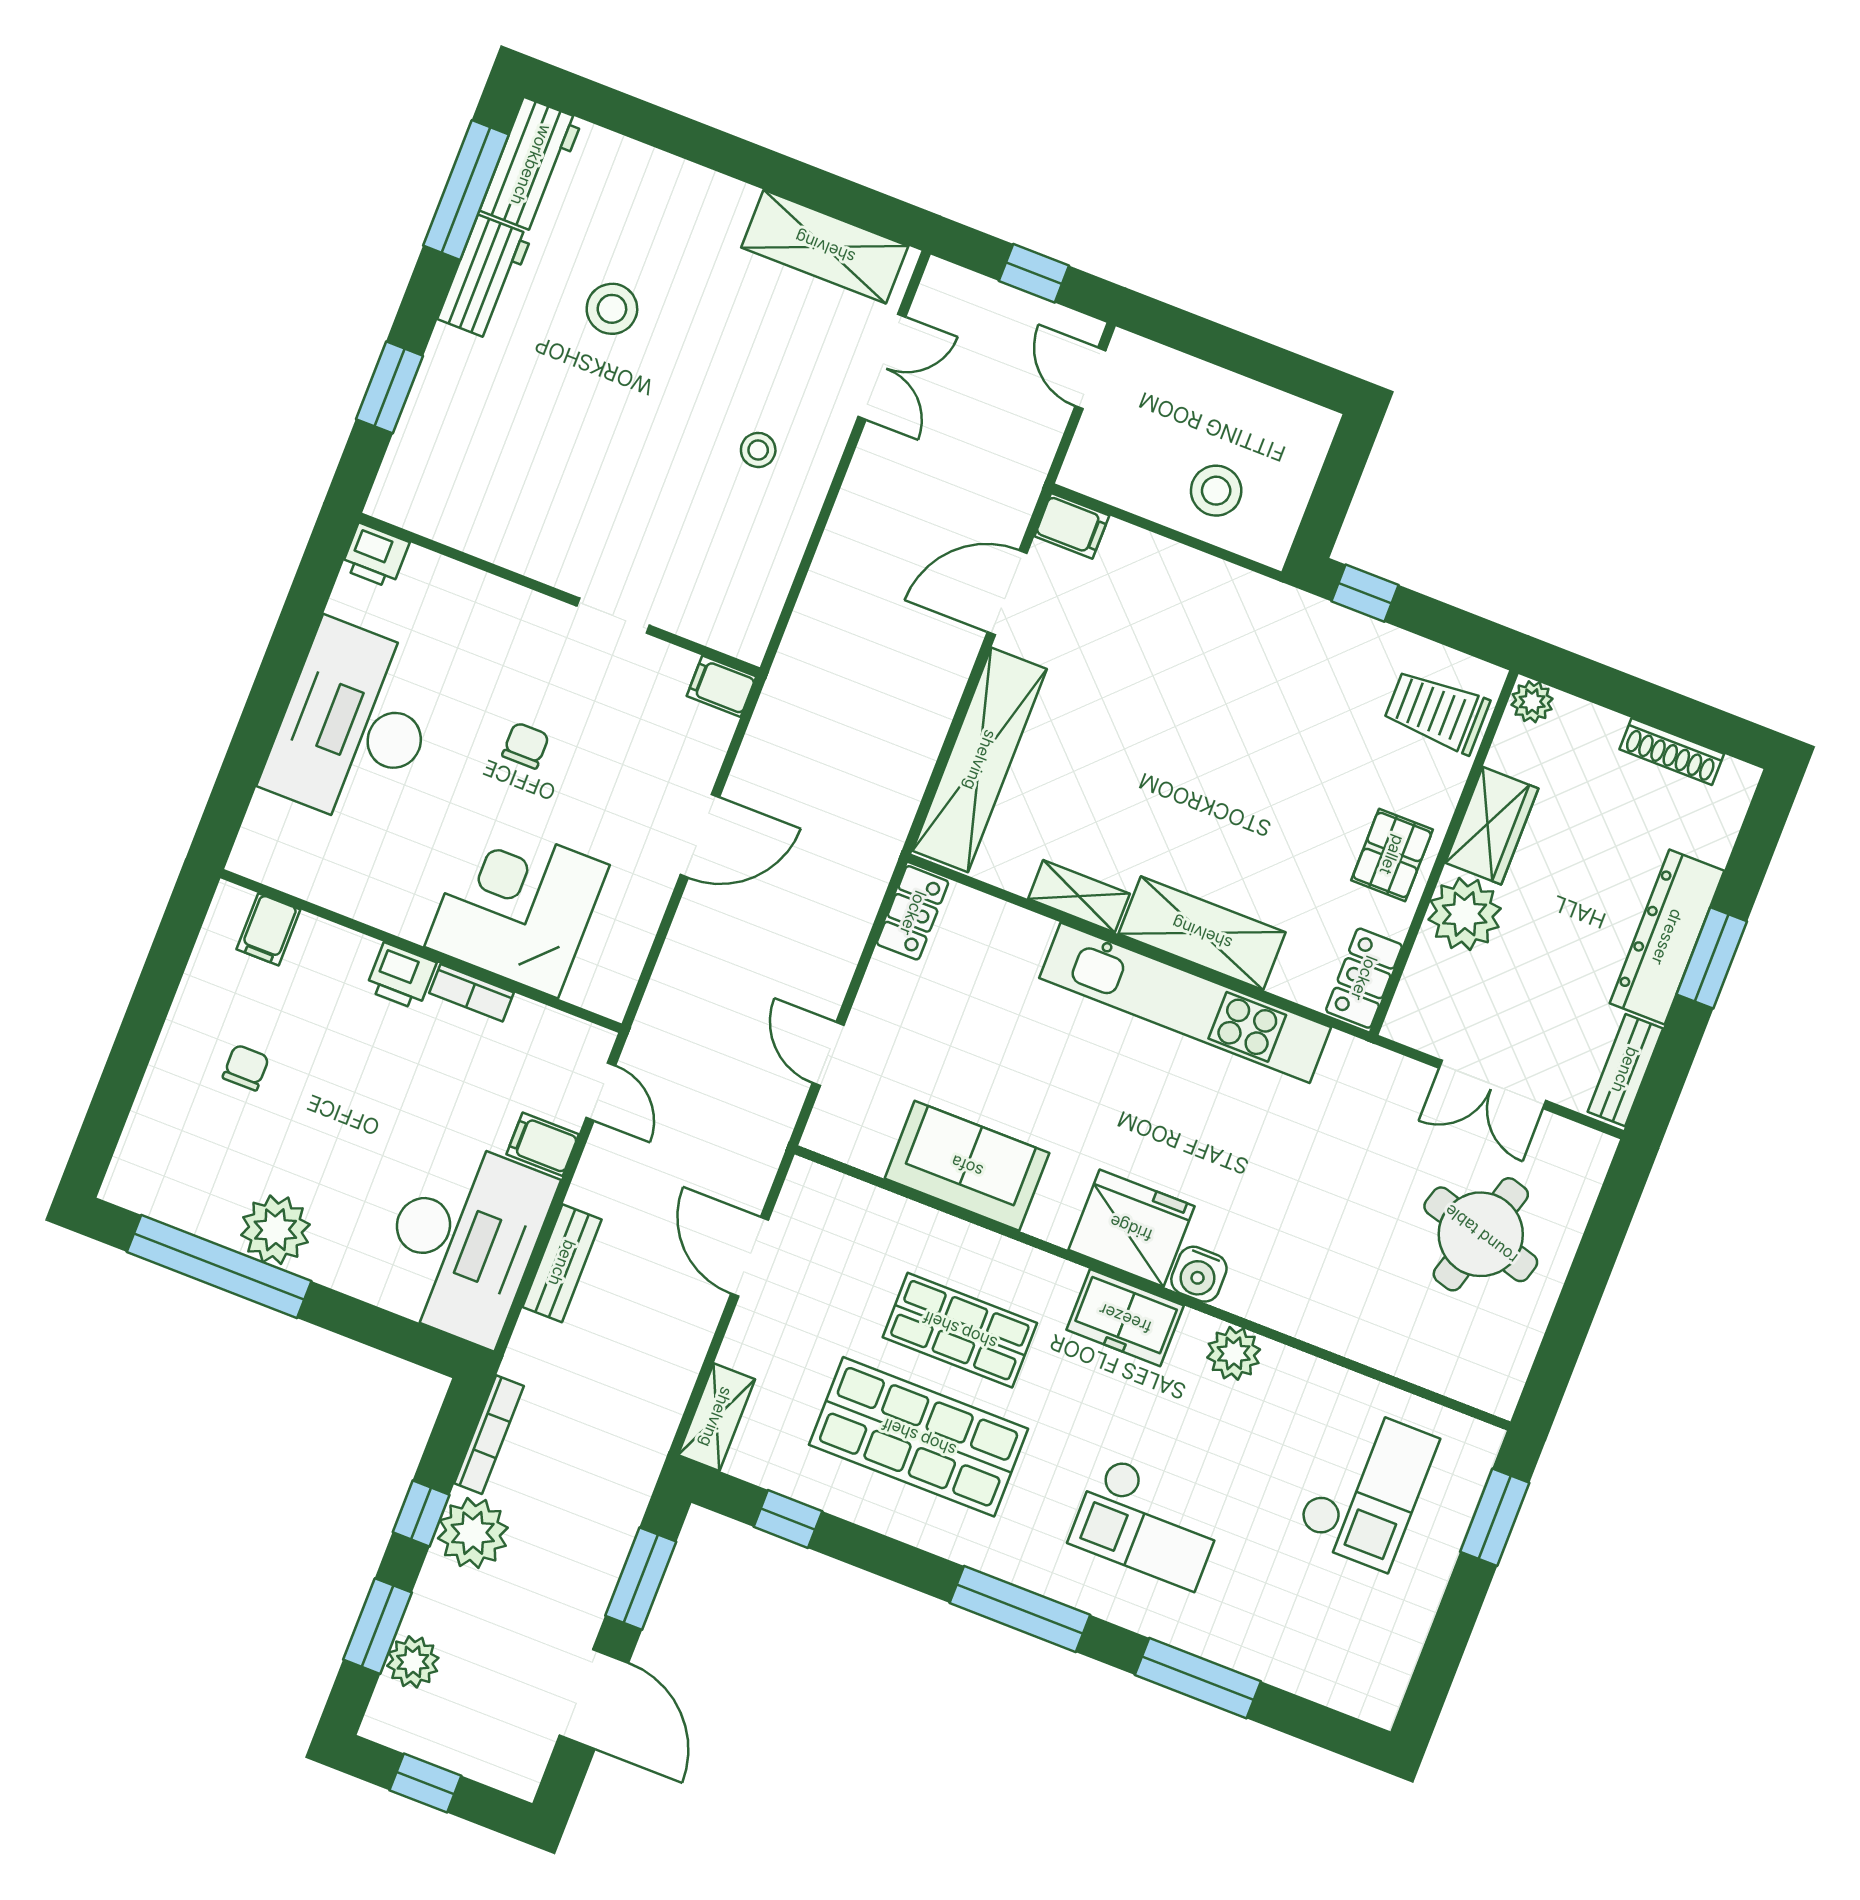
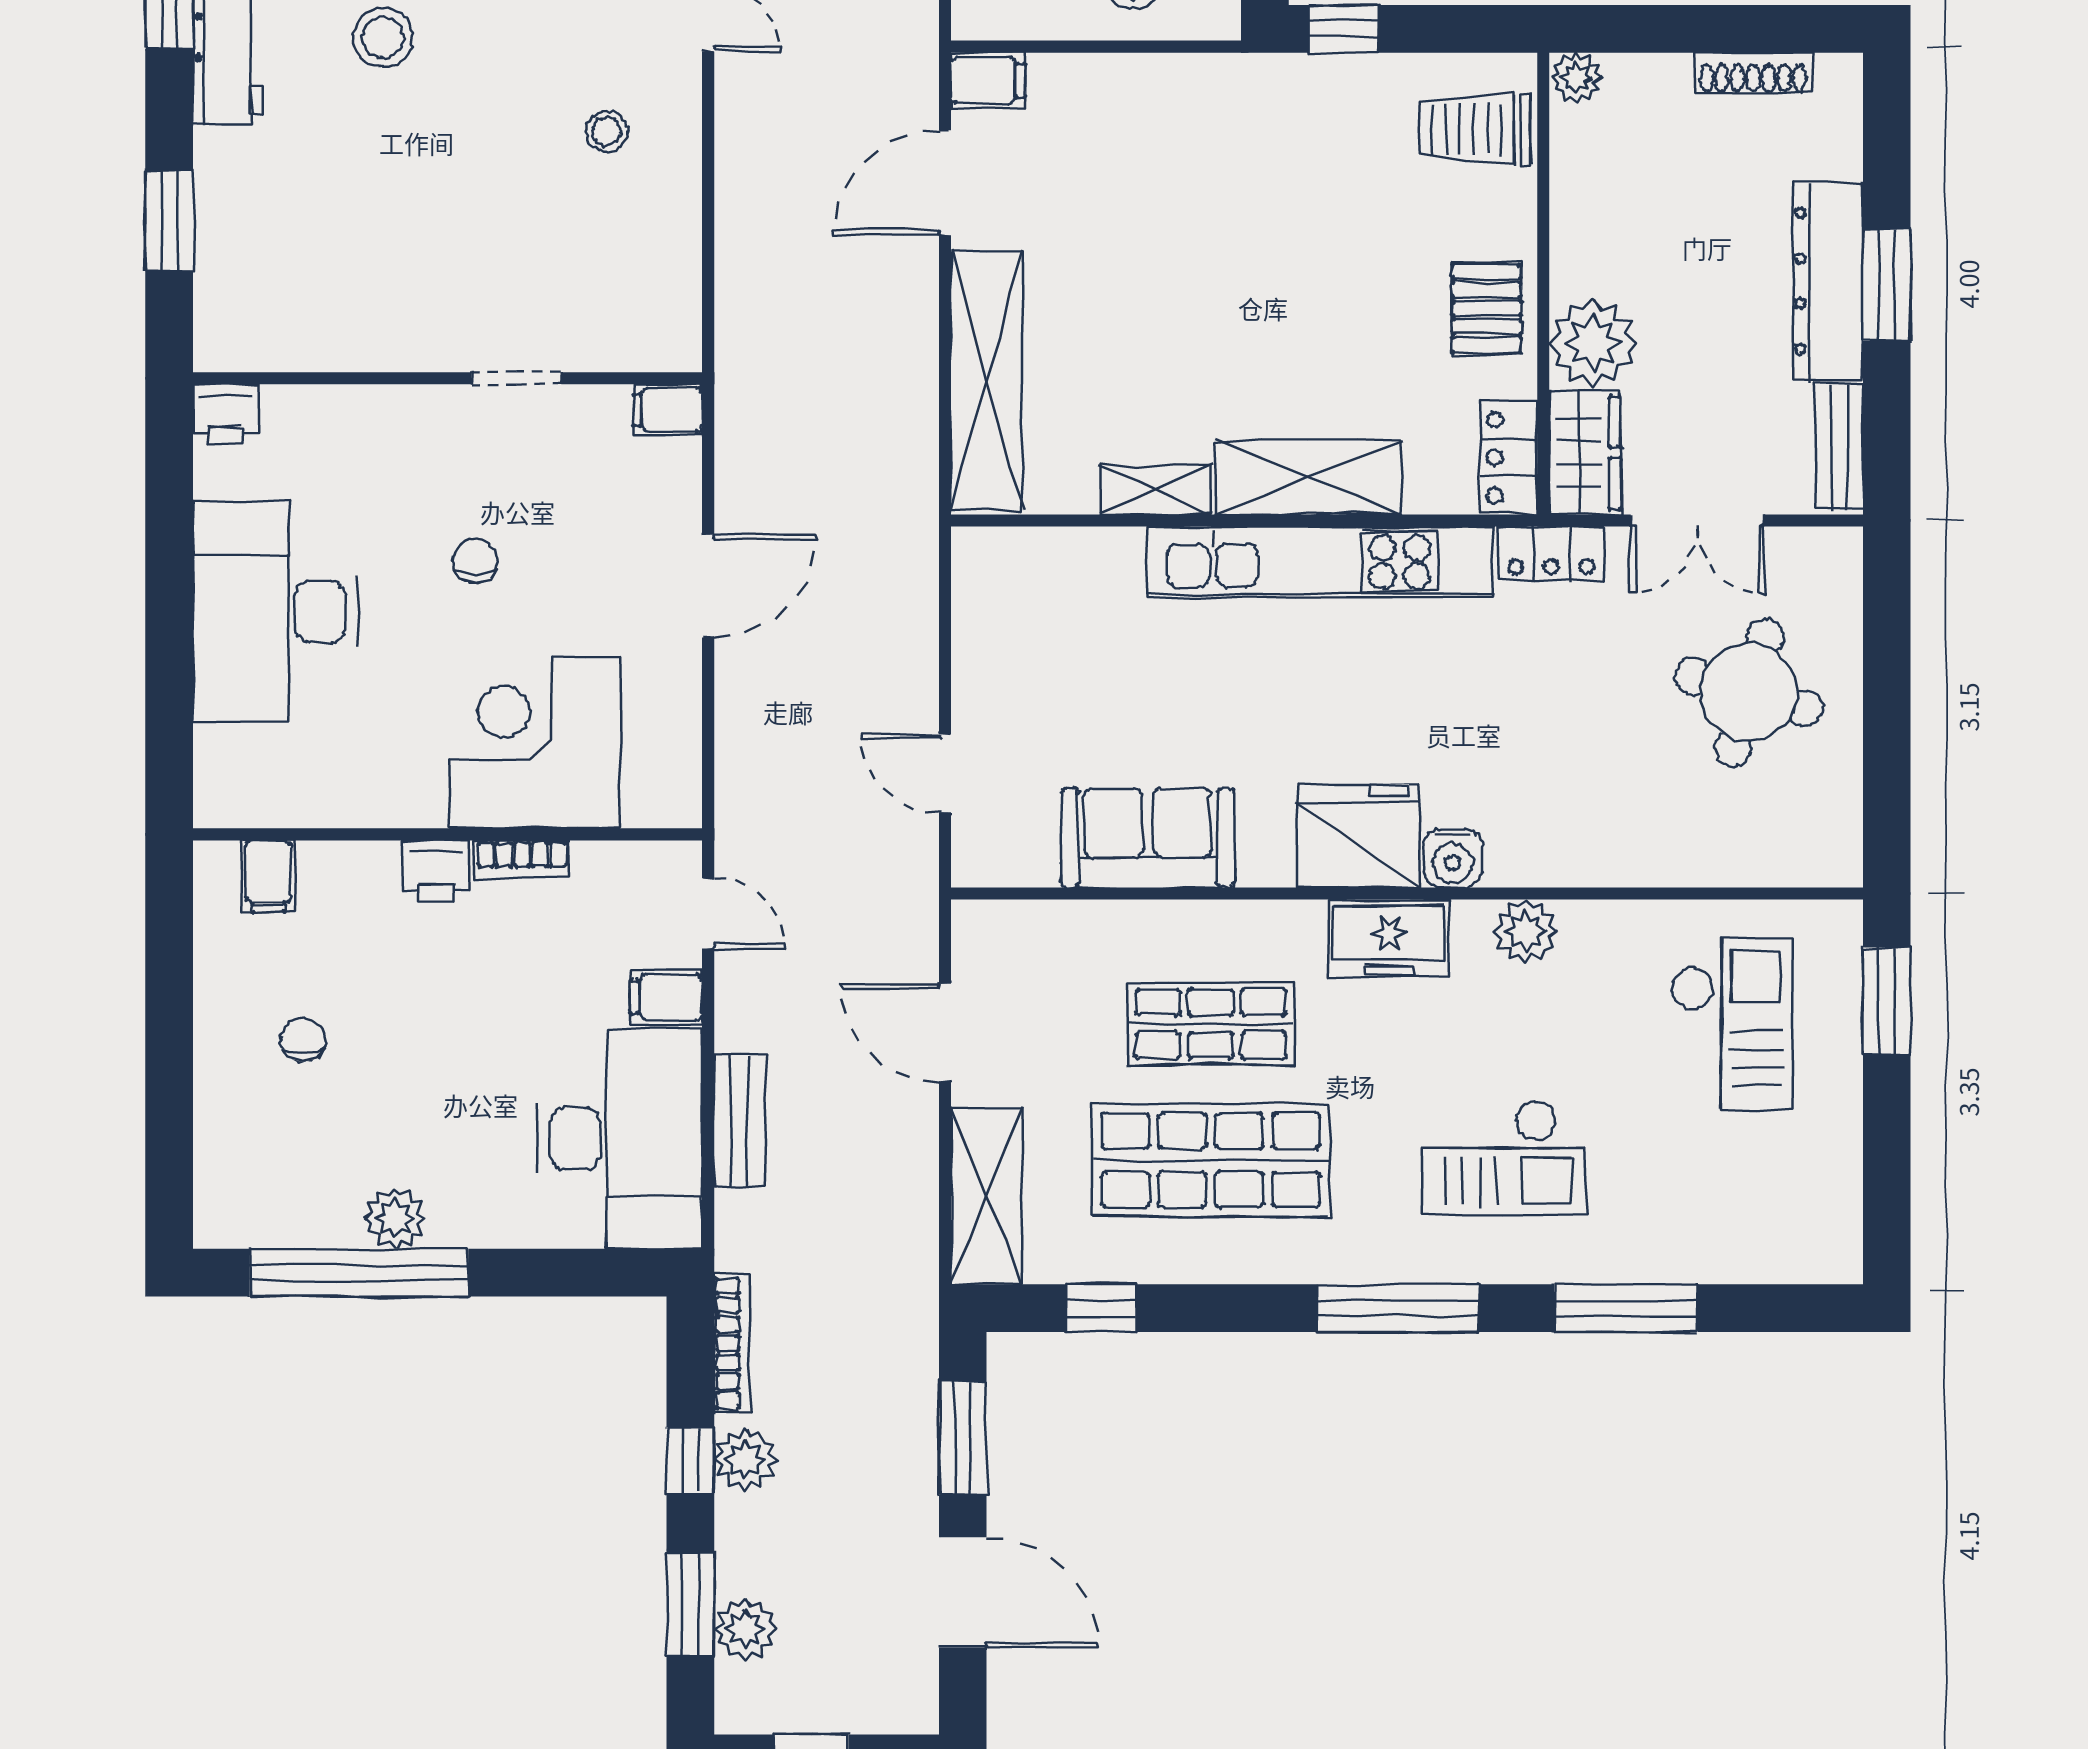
wardrobe: (1492, 826) -> (1585, 453), moved
locker: (913, 913) -> (1551, 553), moved, turned 90
plant: (275, 1230) -> (395, 1219), width x0.73, depth x0.73
shelving: (716, 1417) -> (986, 1196), width x1.50, depth x1.33
plant: (473, 1533) -> (745, 1460), width x0.73, depth x0.73

